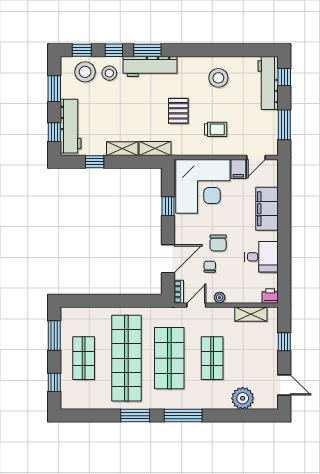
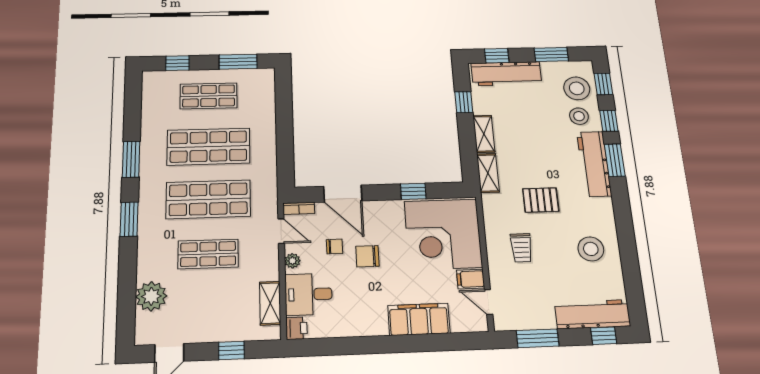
desk: (262, 257) -> (309, 294), moved, turned 90
shop shelf: (126, 358) -> (208, 147), width x0.71
window: (183, 416) -> (129, 219), width x0.69

